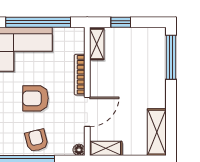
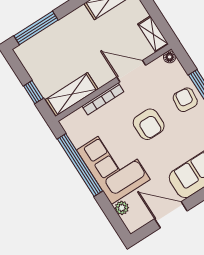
shelving: (97, 44) -> (72, 94), width x1.50, depth x1.33
armchair: (36, 140) -> (185, 100), turned 110

